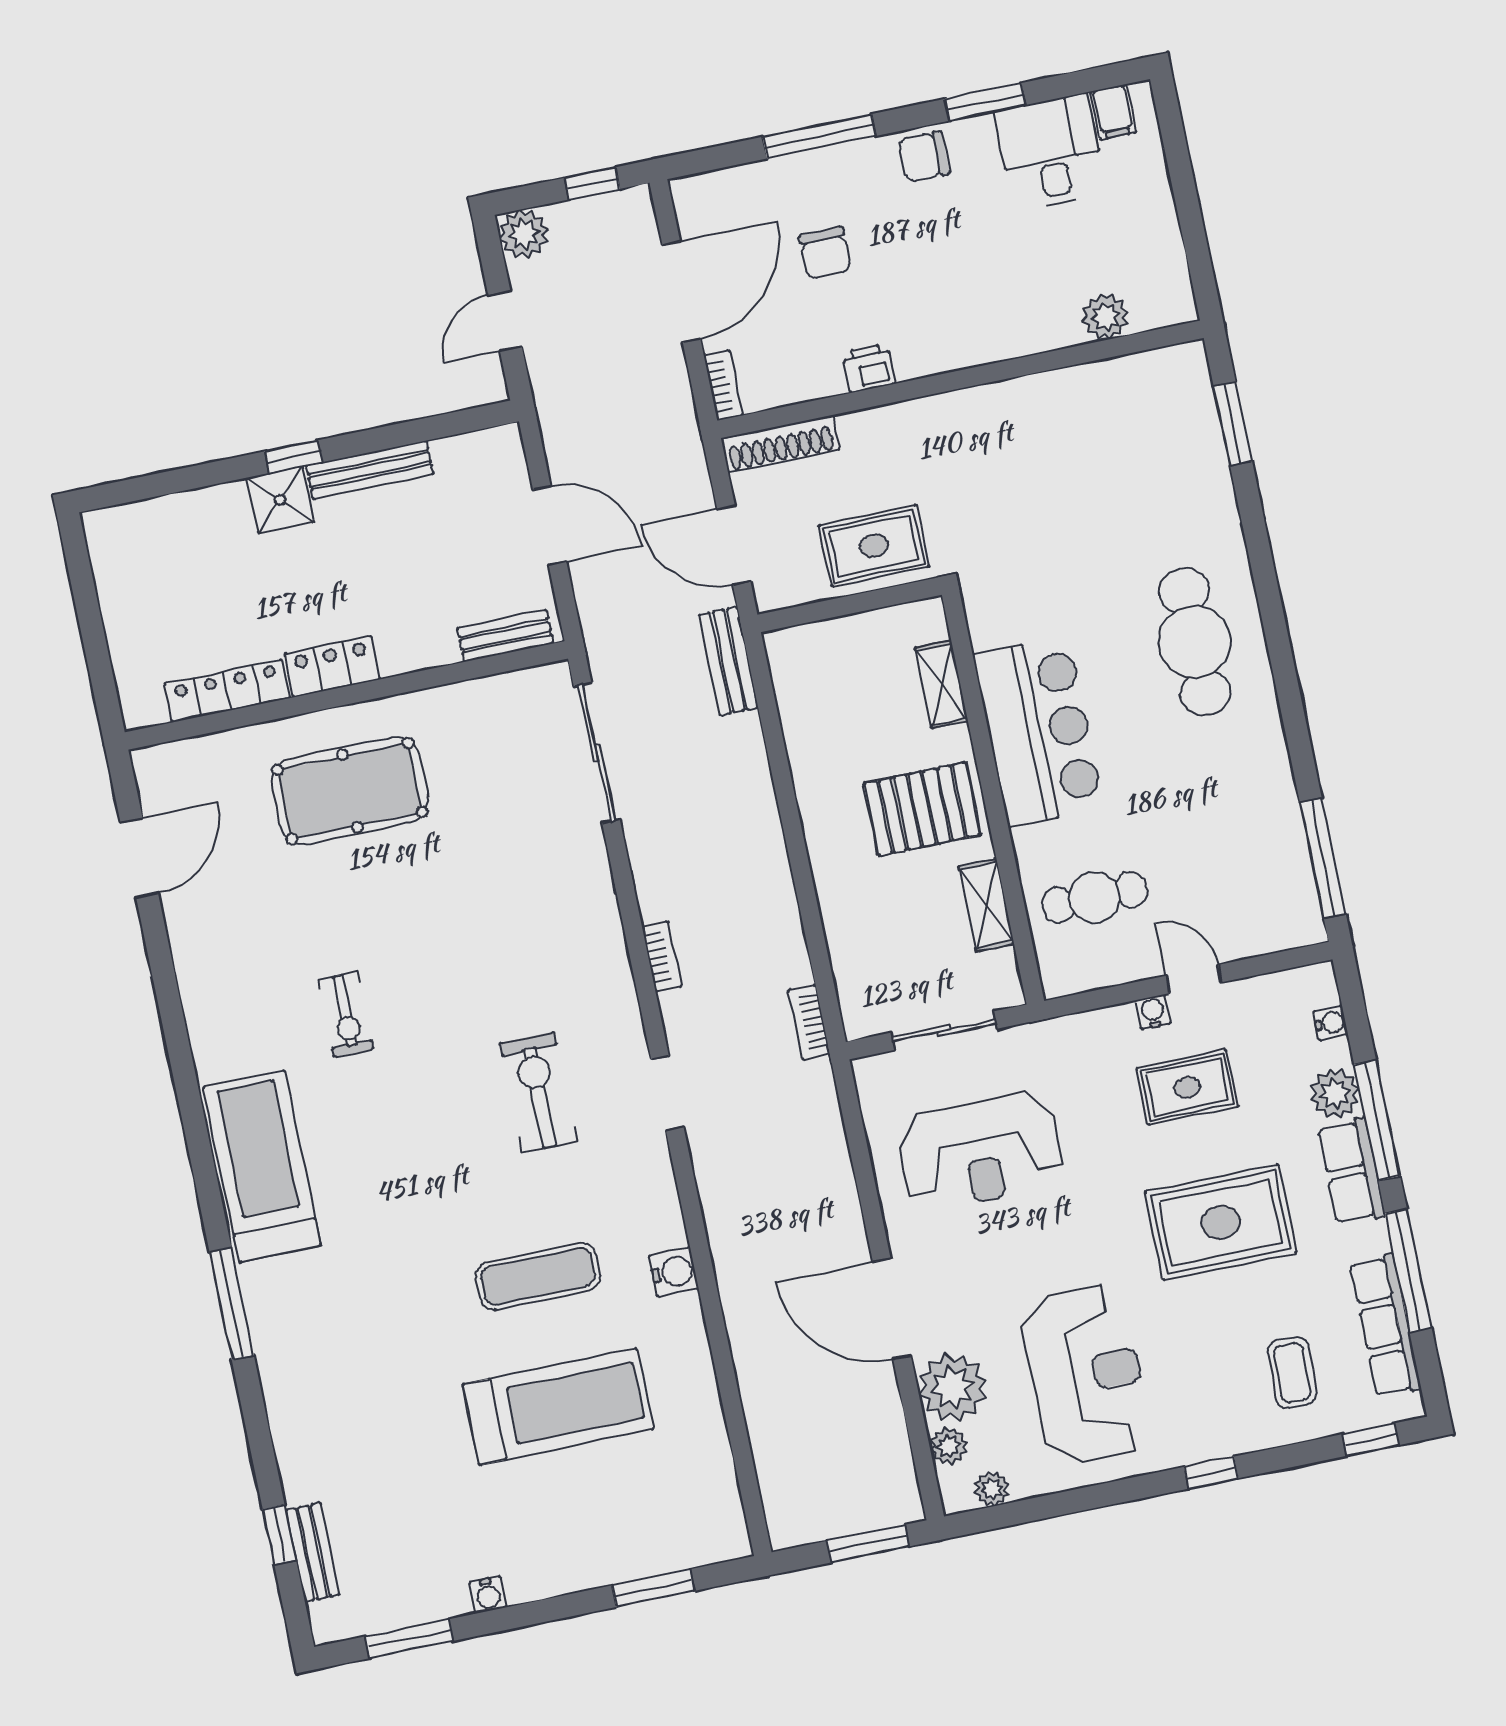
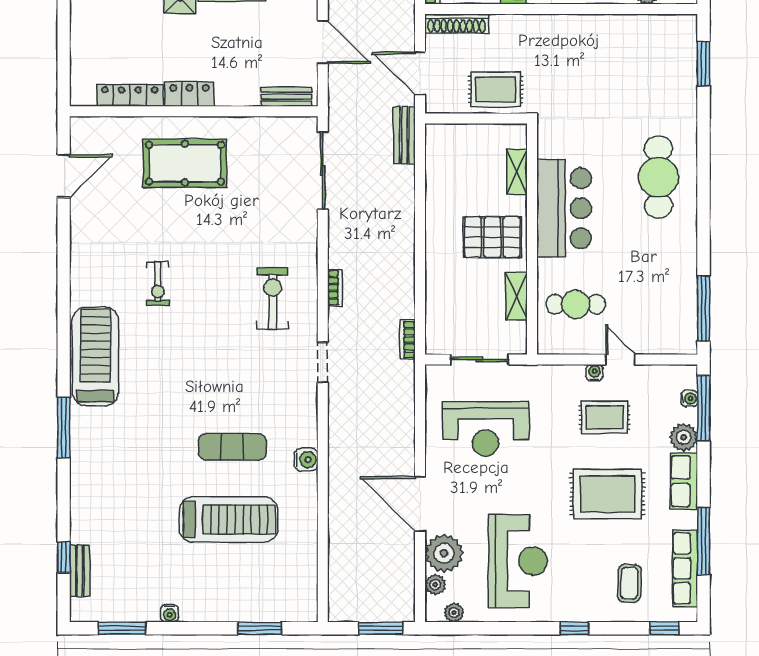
exercise bike: (538, 1092) -> (273, 299), moved
window: (1377, 1120) -> (704, 408), moved

